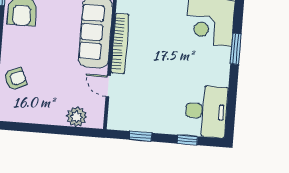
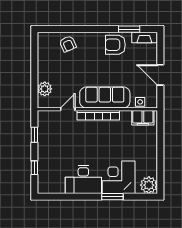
window: (236, 49) -> (112, 197), moved
desk: (206, 111) -> (83, 179), moved

